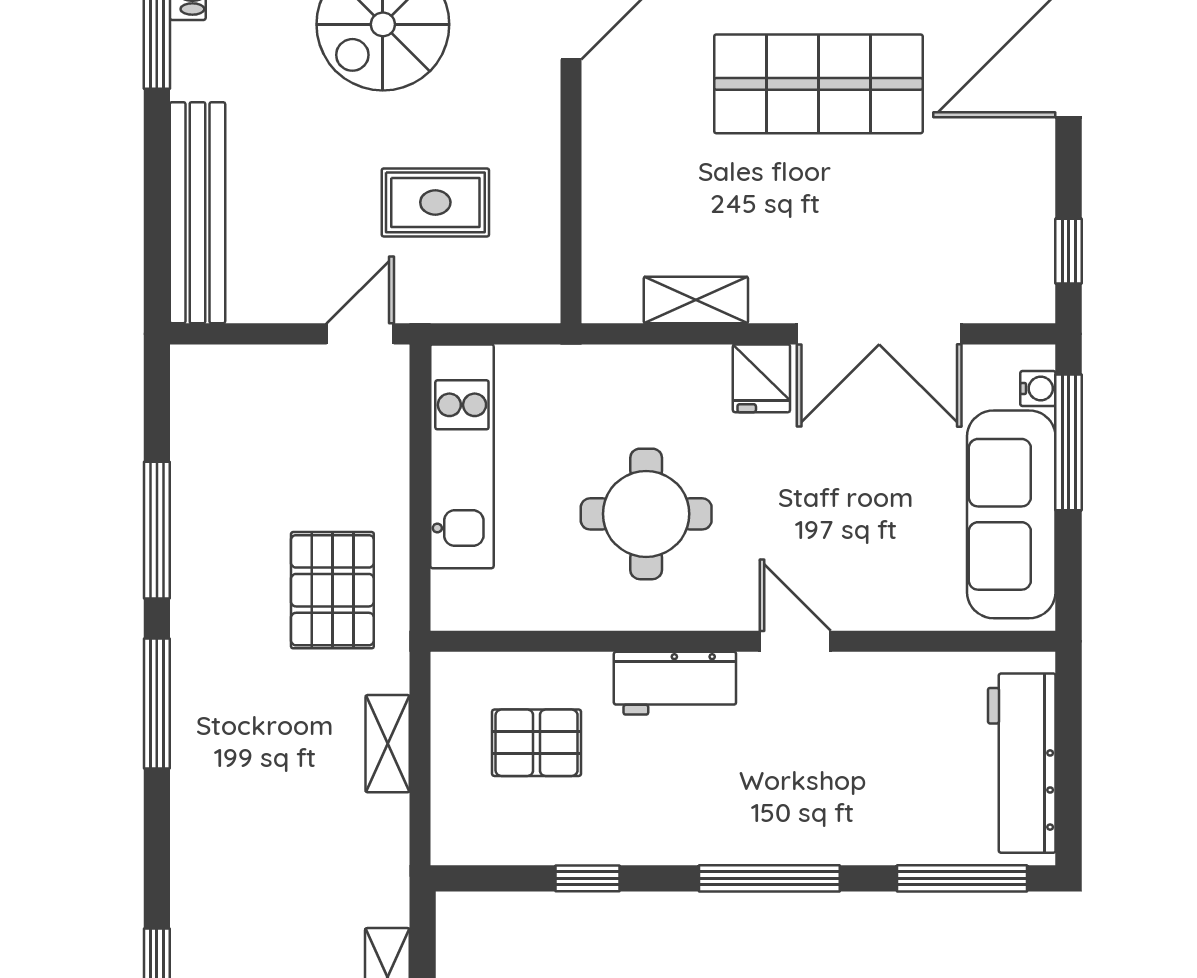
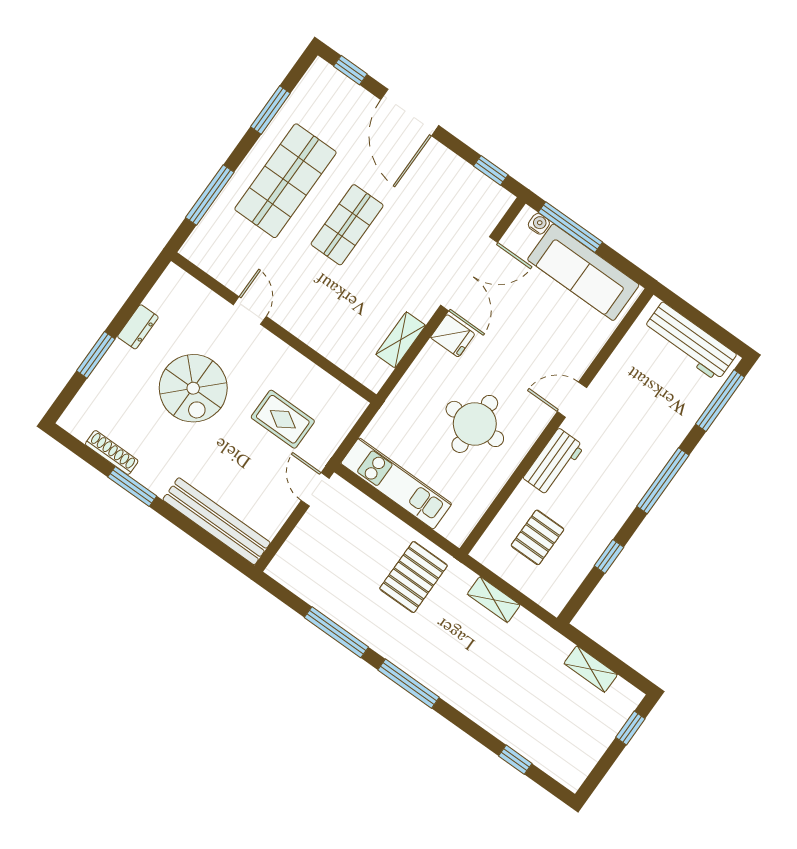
shop shelf: (818, 84) -> (347, 225), width x0.70, depth x0.74
rug: (435, 202) -> (283, 419), turned 90
pallet: (332, 590) -> (413, 577), turned 90

